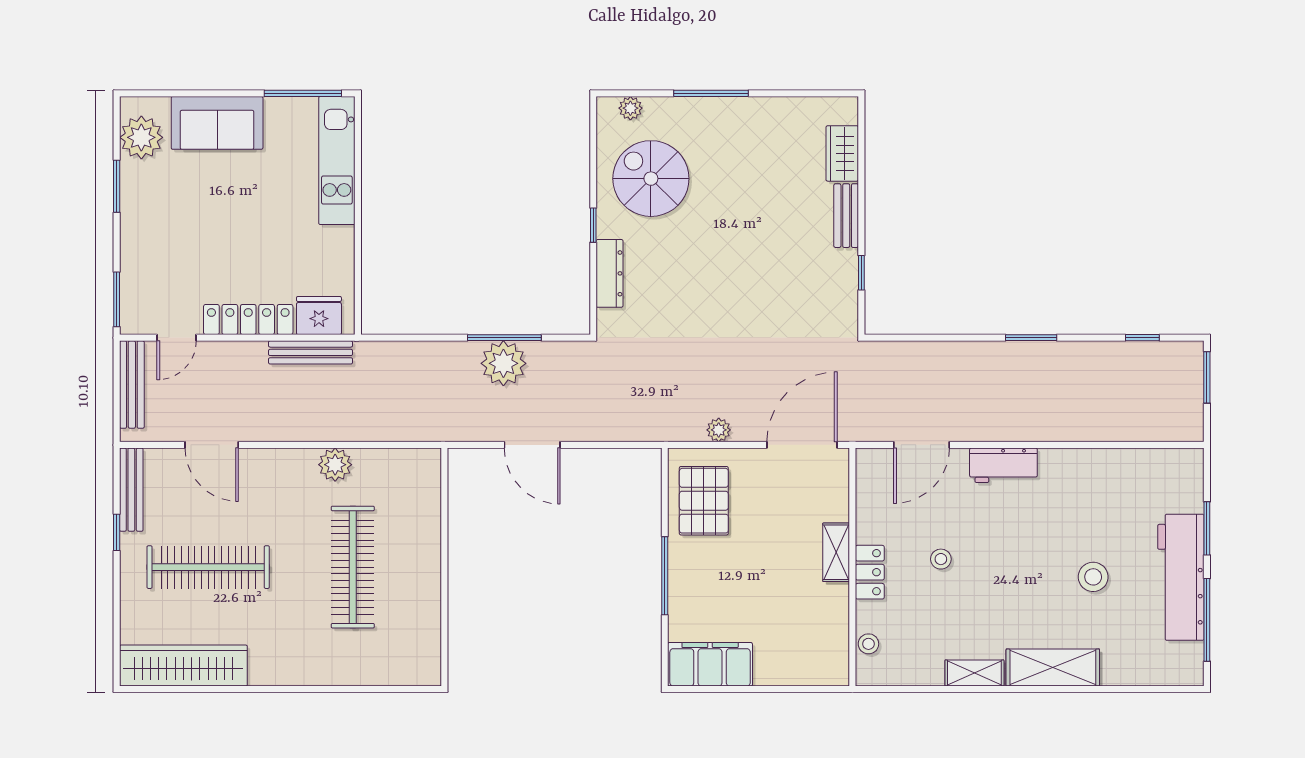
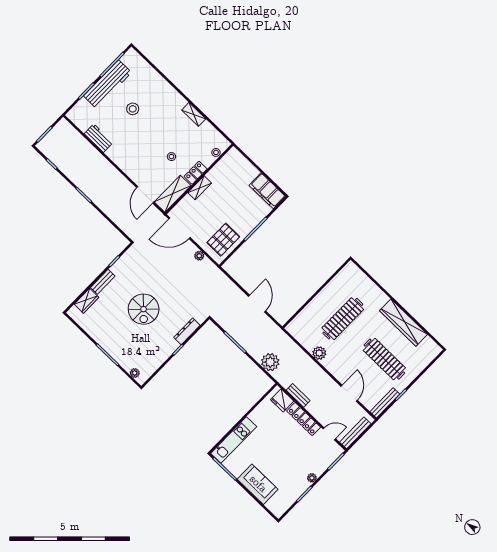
plant: (141, 137) -> (312, 478), moved, width x0.53, depth x0.53
spiral stairs: (651, 179) -> (144, 309), moved
bench: (310, 352) -> (298, 395), width x0.73
plant: (503, 363) -> (270, 362), moved
door: (922, 445) -> (145, 195), swing flipped
workbench: (1003, 465) -> (99, 138), moved
wardrobe: (183, 666) -> (403, 323), moved
shelving: (1053, 668) -> (173, 194), moved, turned 90

